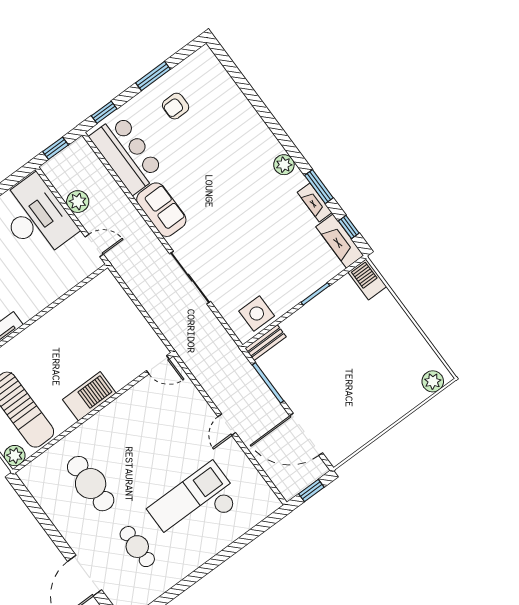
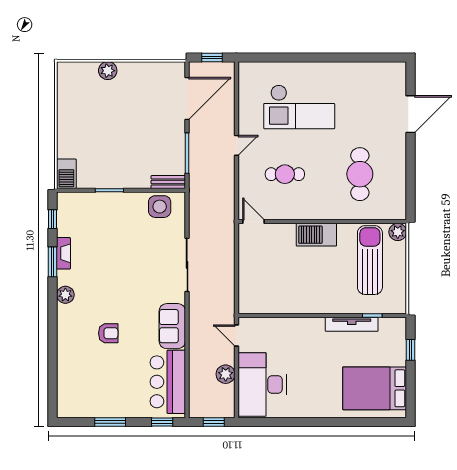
armchair: (176, 106) -> (108, 333), moved
fireplace: (340, 241) -> (66, 214), removed
plant: (433, 381) -> (108, 71), moved
door: (306, 434) -> (187, 99), hinge flipped
cafe table: (137, 547) -> (285, 174), moved, turned 90

